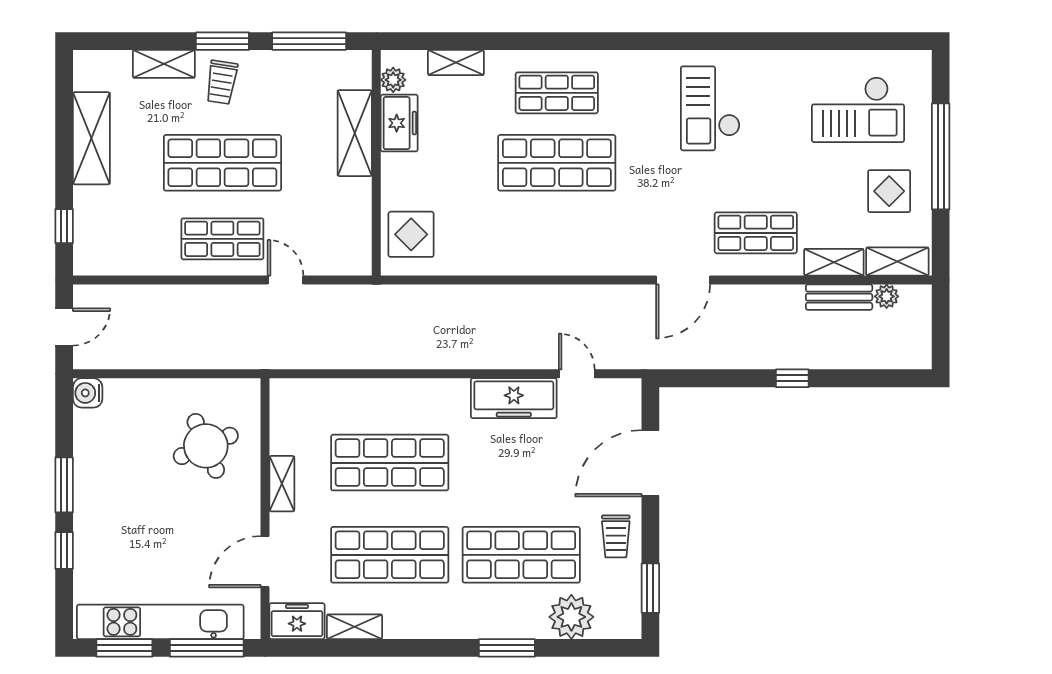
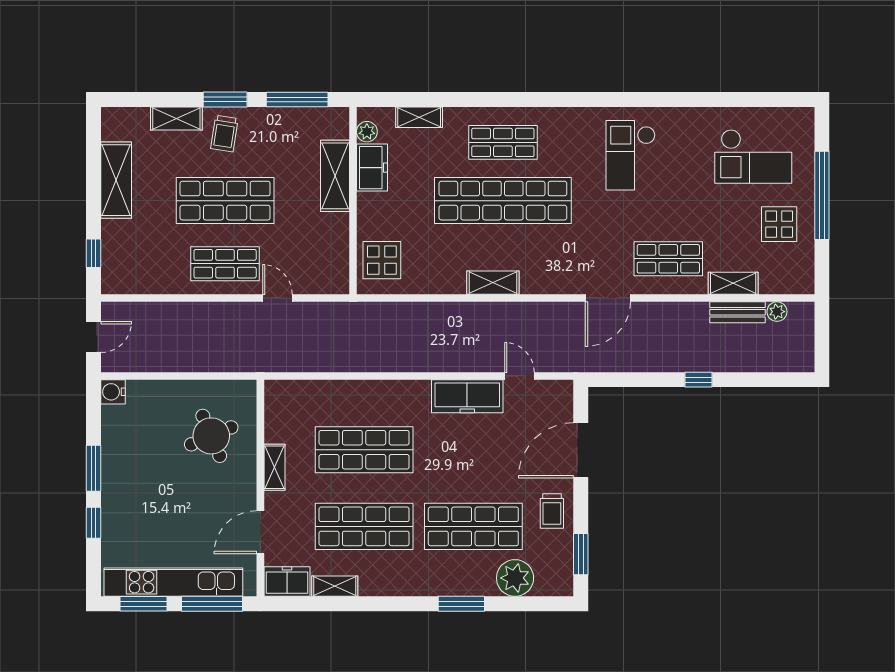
shop shelf: (557, 163) -> (503, 201), width x1.40
shelving: (897, 262) -> (493, 283), moved

